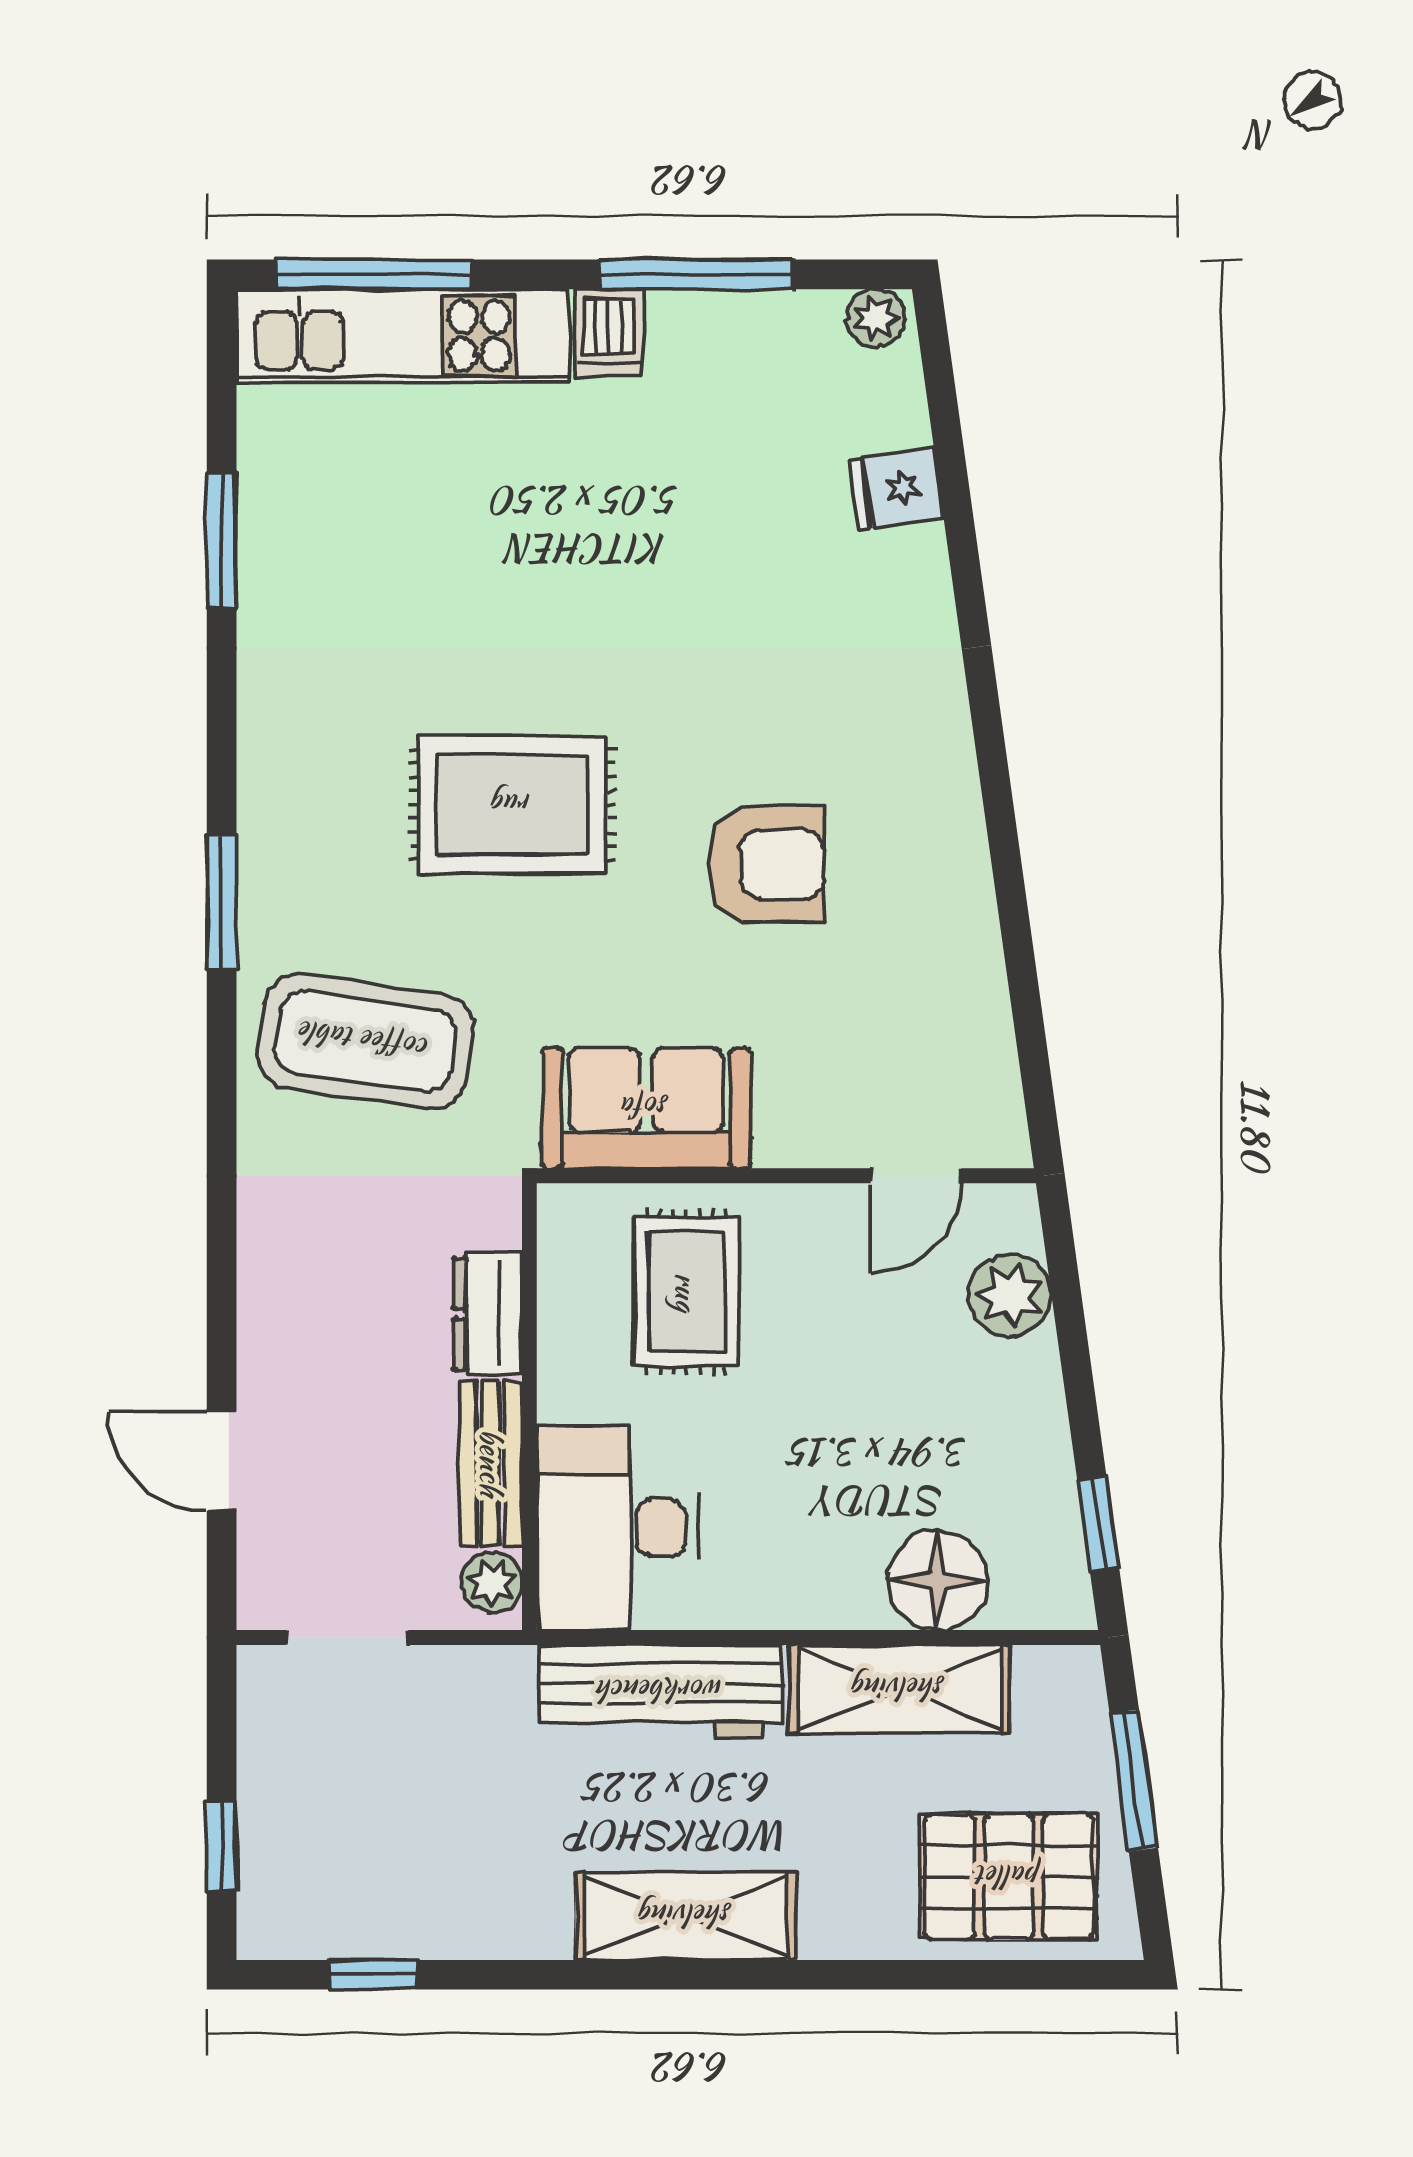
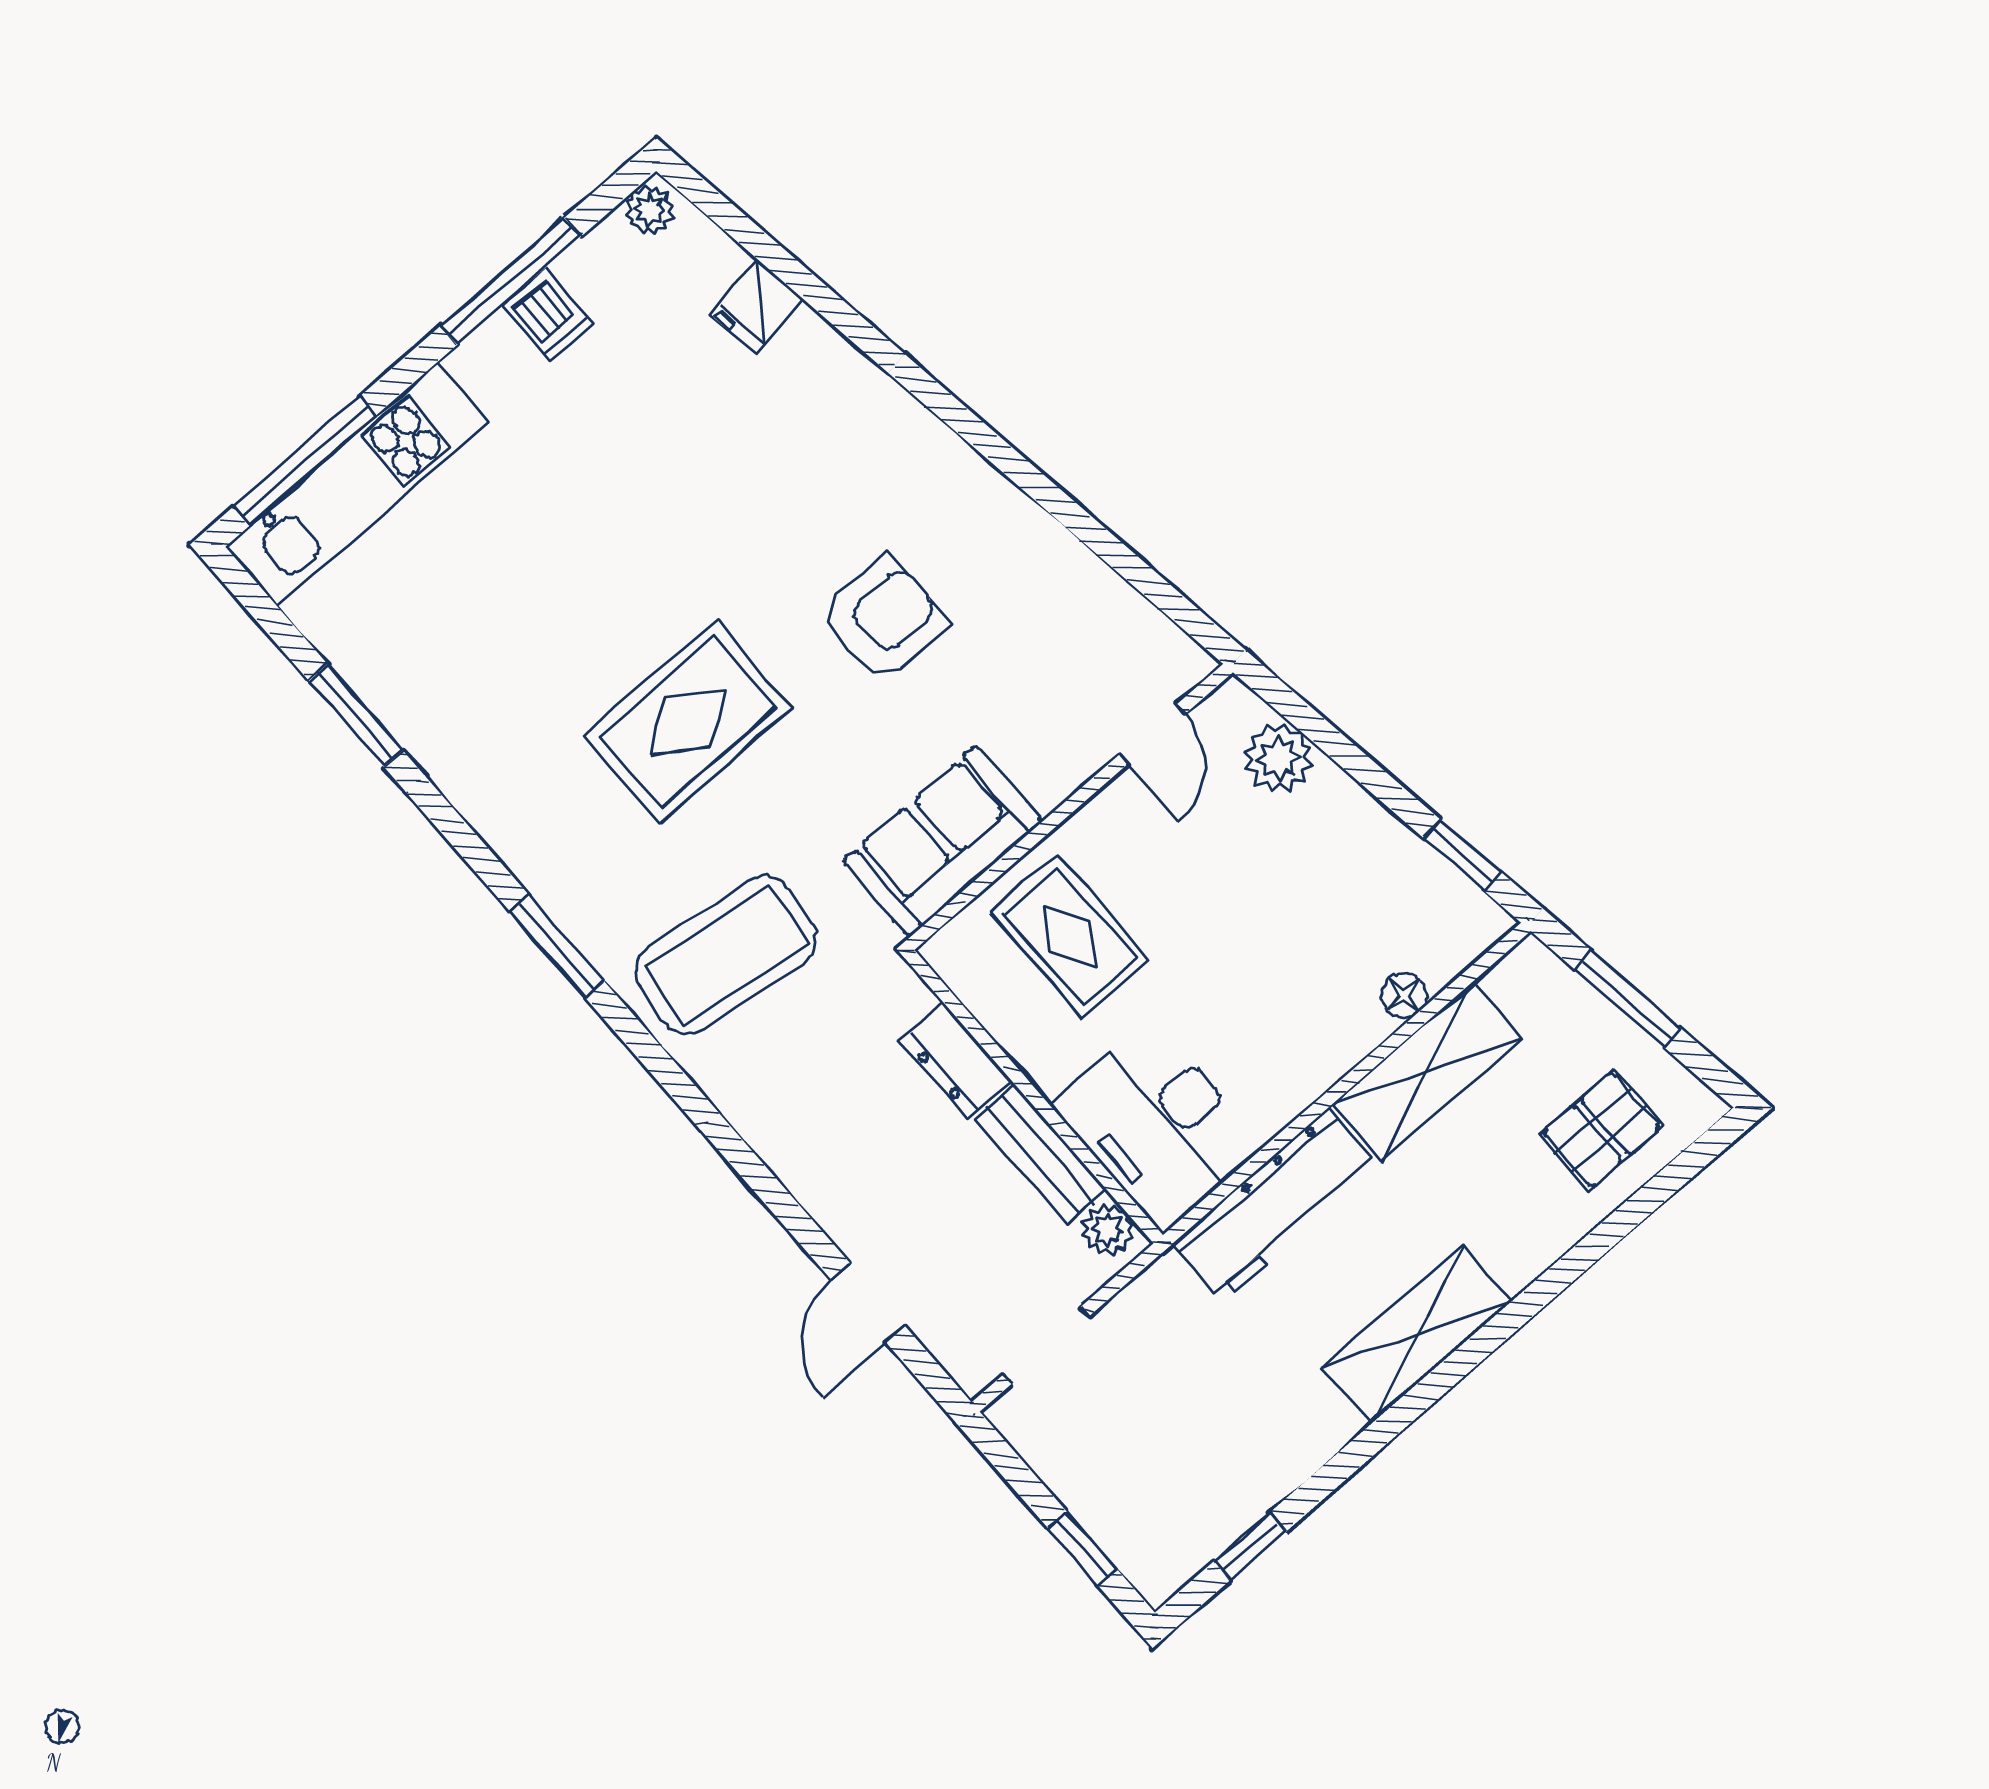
dishwasher: (608, 333) -> (547, 315), moved
door: (222, 1461) -> (868, 1303), hinge flipped
floor lamp: (938, 1580) -> (1404, 995), width x0.53, depth x0.53
pallet: (1009, 1877) -> (1601, 1130), width x0.67, depth x0.71

